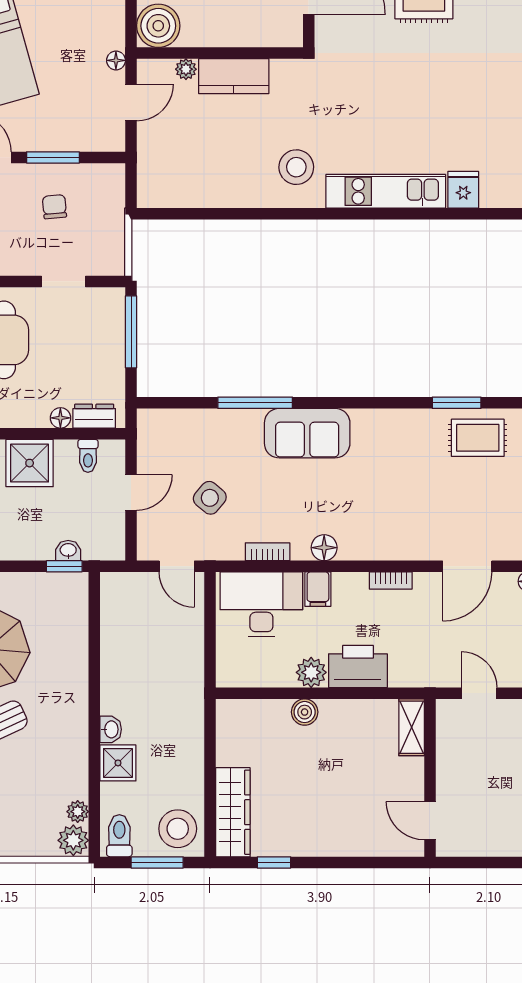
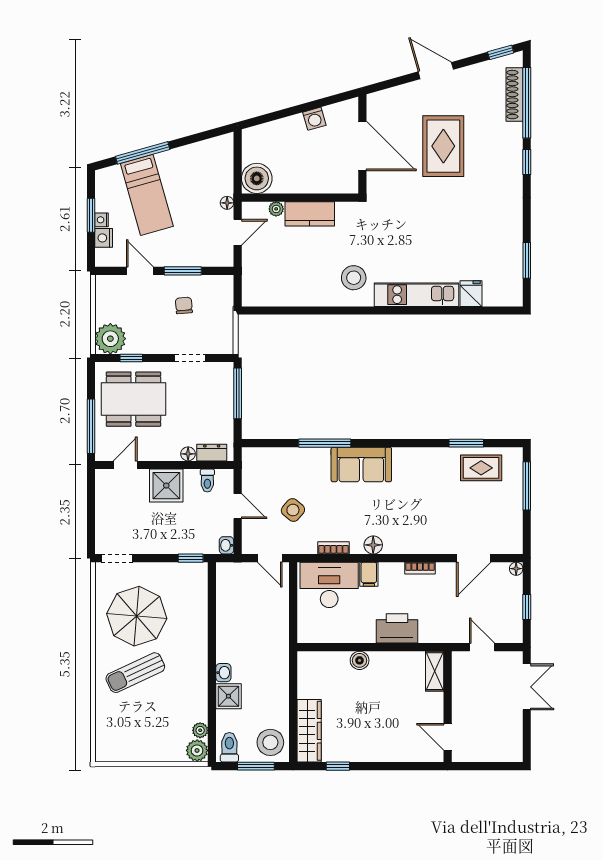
door: (131, 492) -> (238, 506), hinge flipped
washbasin: (68, 551) -> (227, 545), moved, turned -90
plant: (311, 672) -> (364, 633), removed

